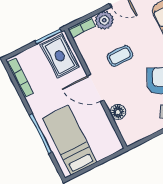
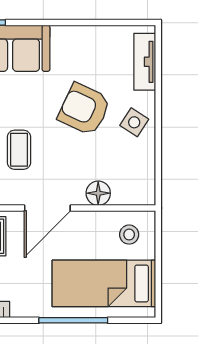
stool: (104, 141) -> (129, 235), added

